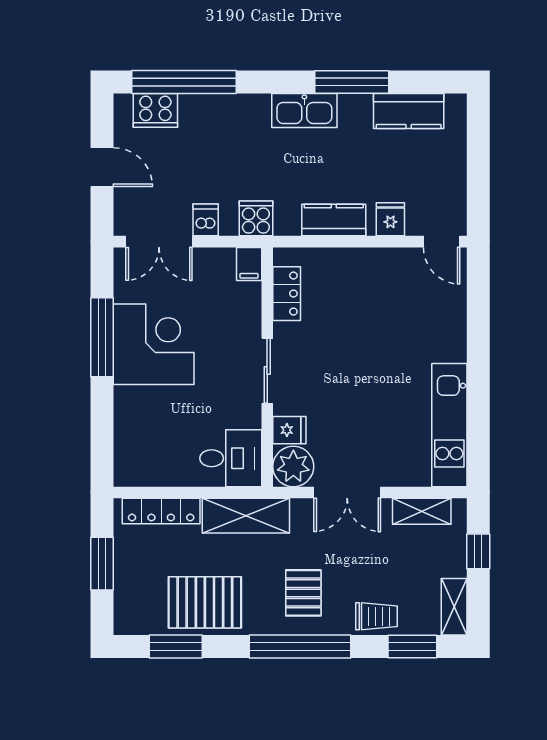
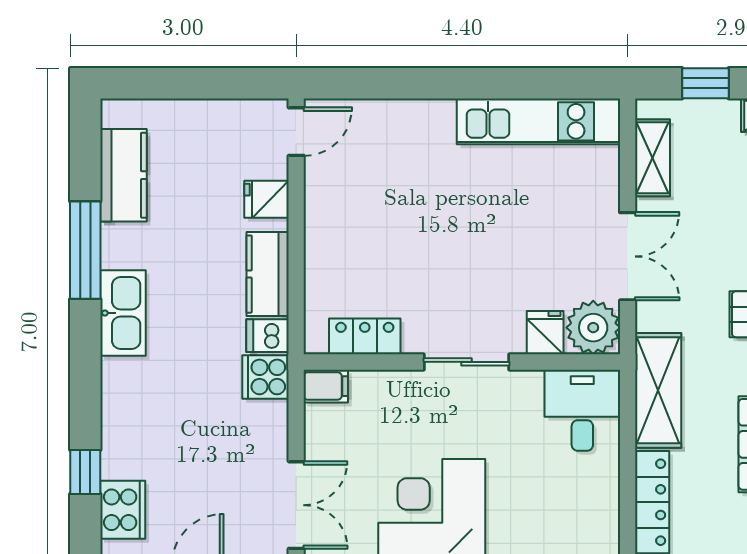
window: (184, 82) -> (85, 472), width x0.32
dishwasher: (206, 220) -> (267, 336), moved

